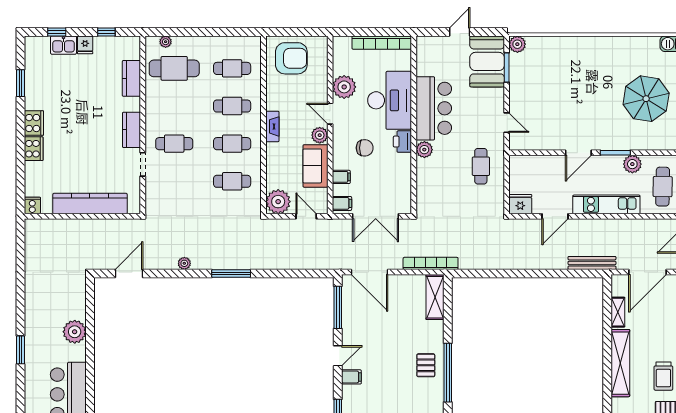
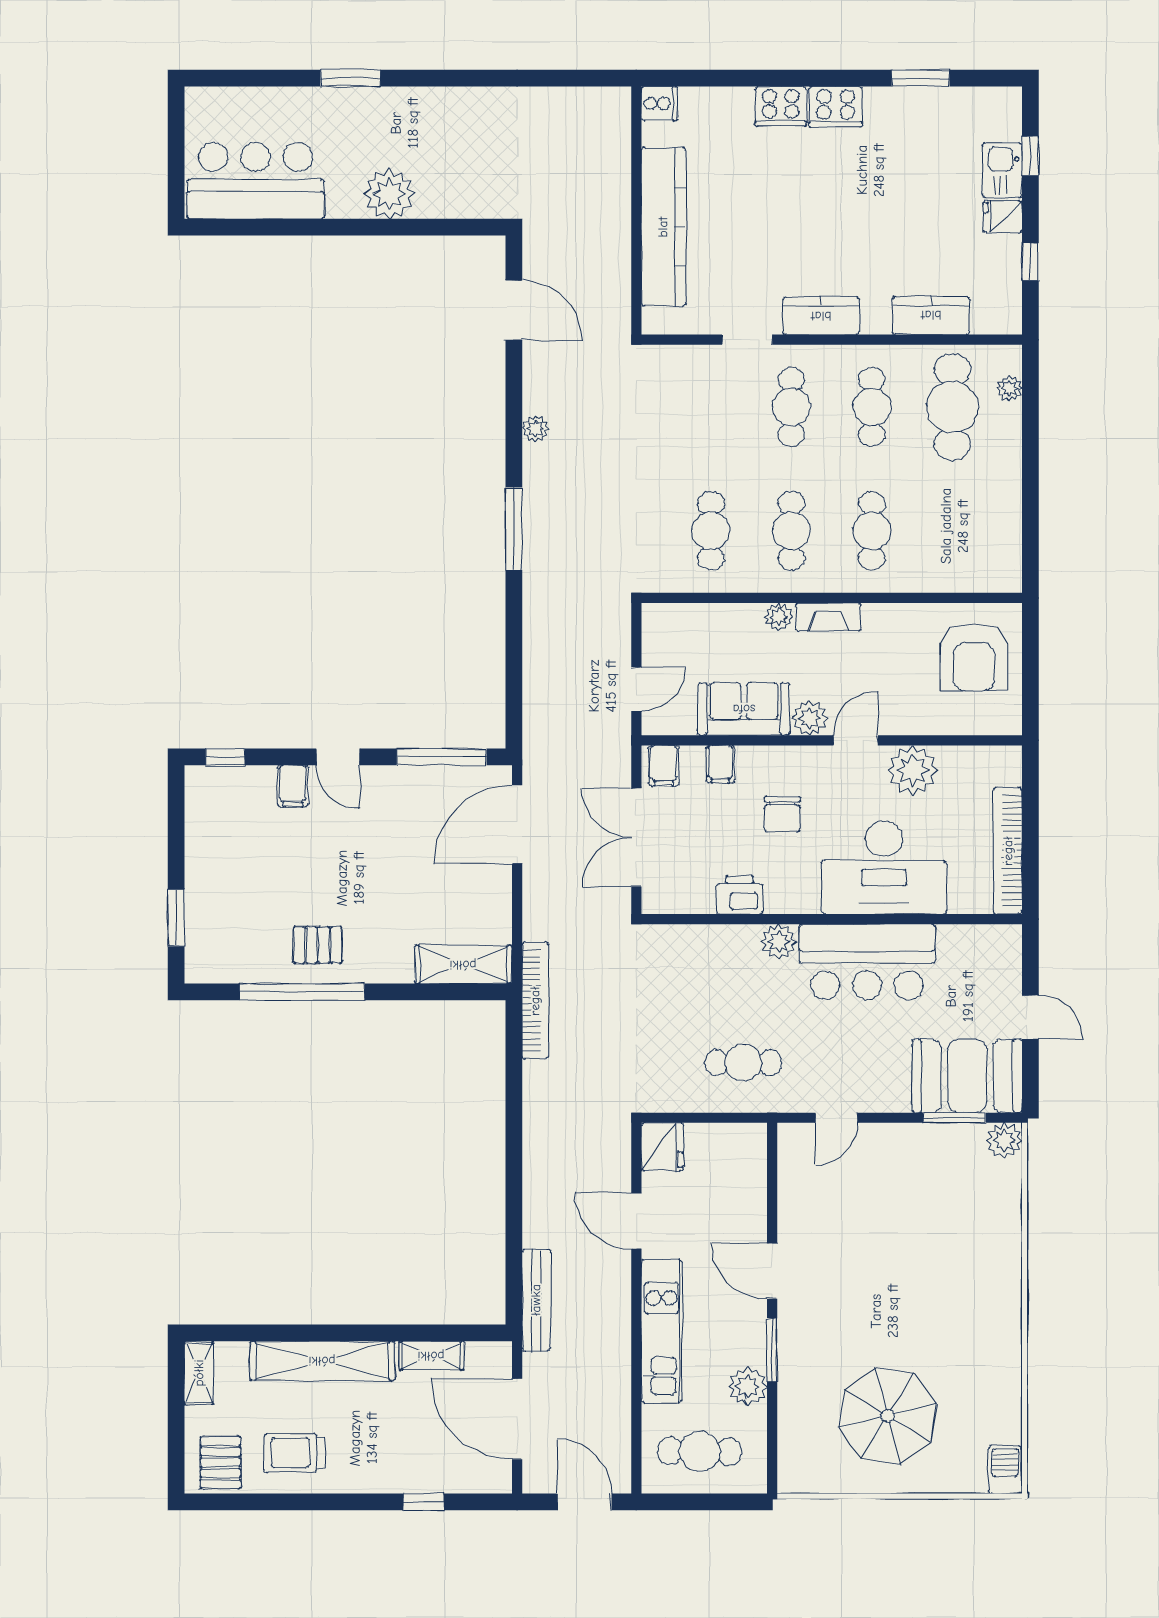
cafe table: (232, 68) -> (872, 407), moved
printer: (402, 142) -> (740, 895), moved
plant: (278, 202) -> (779, 617), moved, width x0.53, depth x0.53
bookcase: (431, 263) -> (535, 1001), moved

